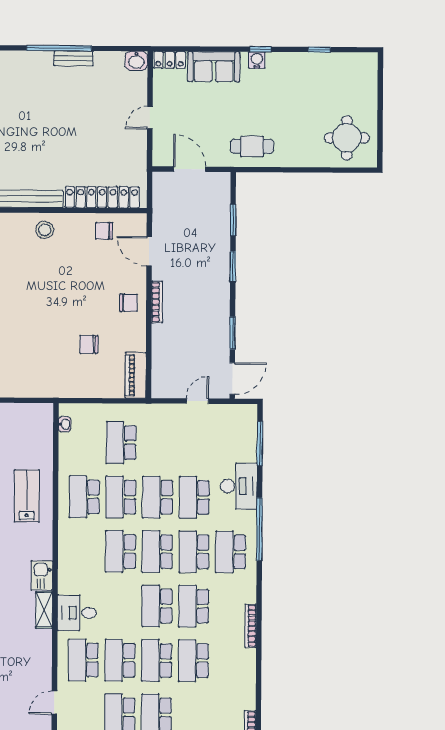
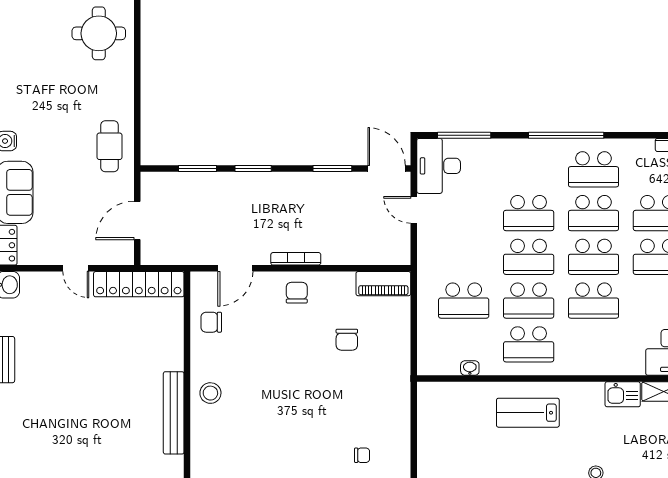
locker: (102, 197) -> (139, 284), moved, turned -90
chair: (104, 231) -> (211, 322), turned 90
washbasin: (65, 424) -> (470, 368), moved
desk: (239, 486) -> (439, 166), moved, turned -90

